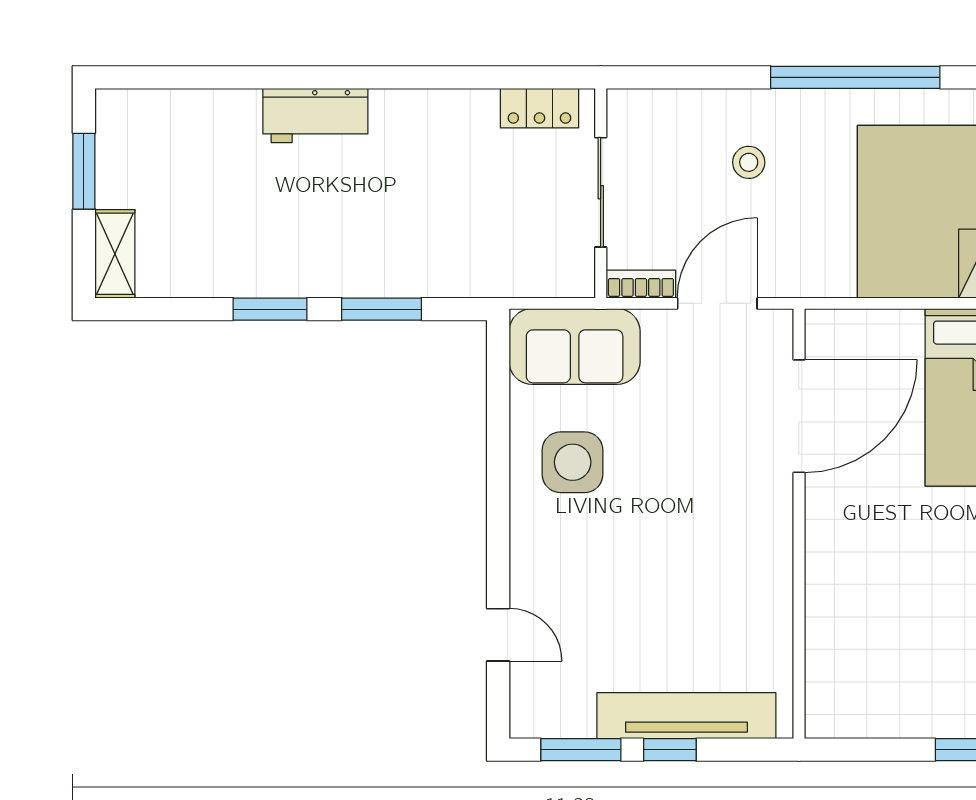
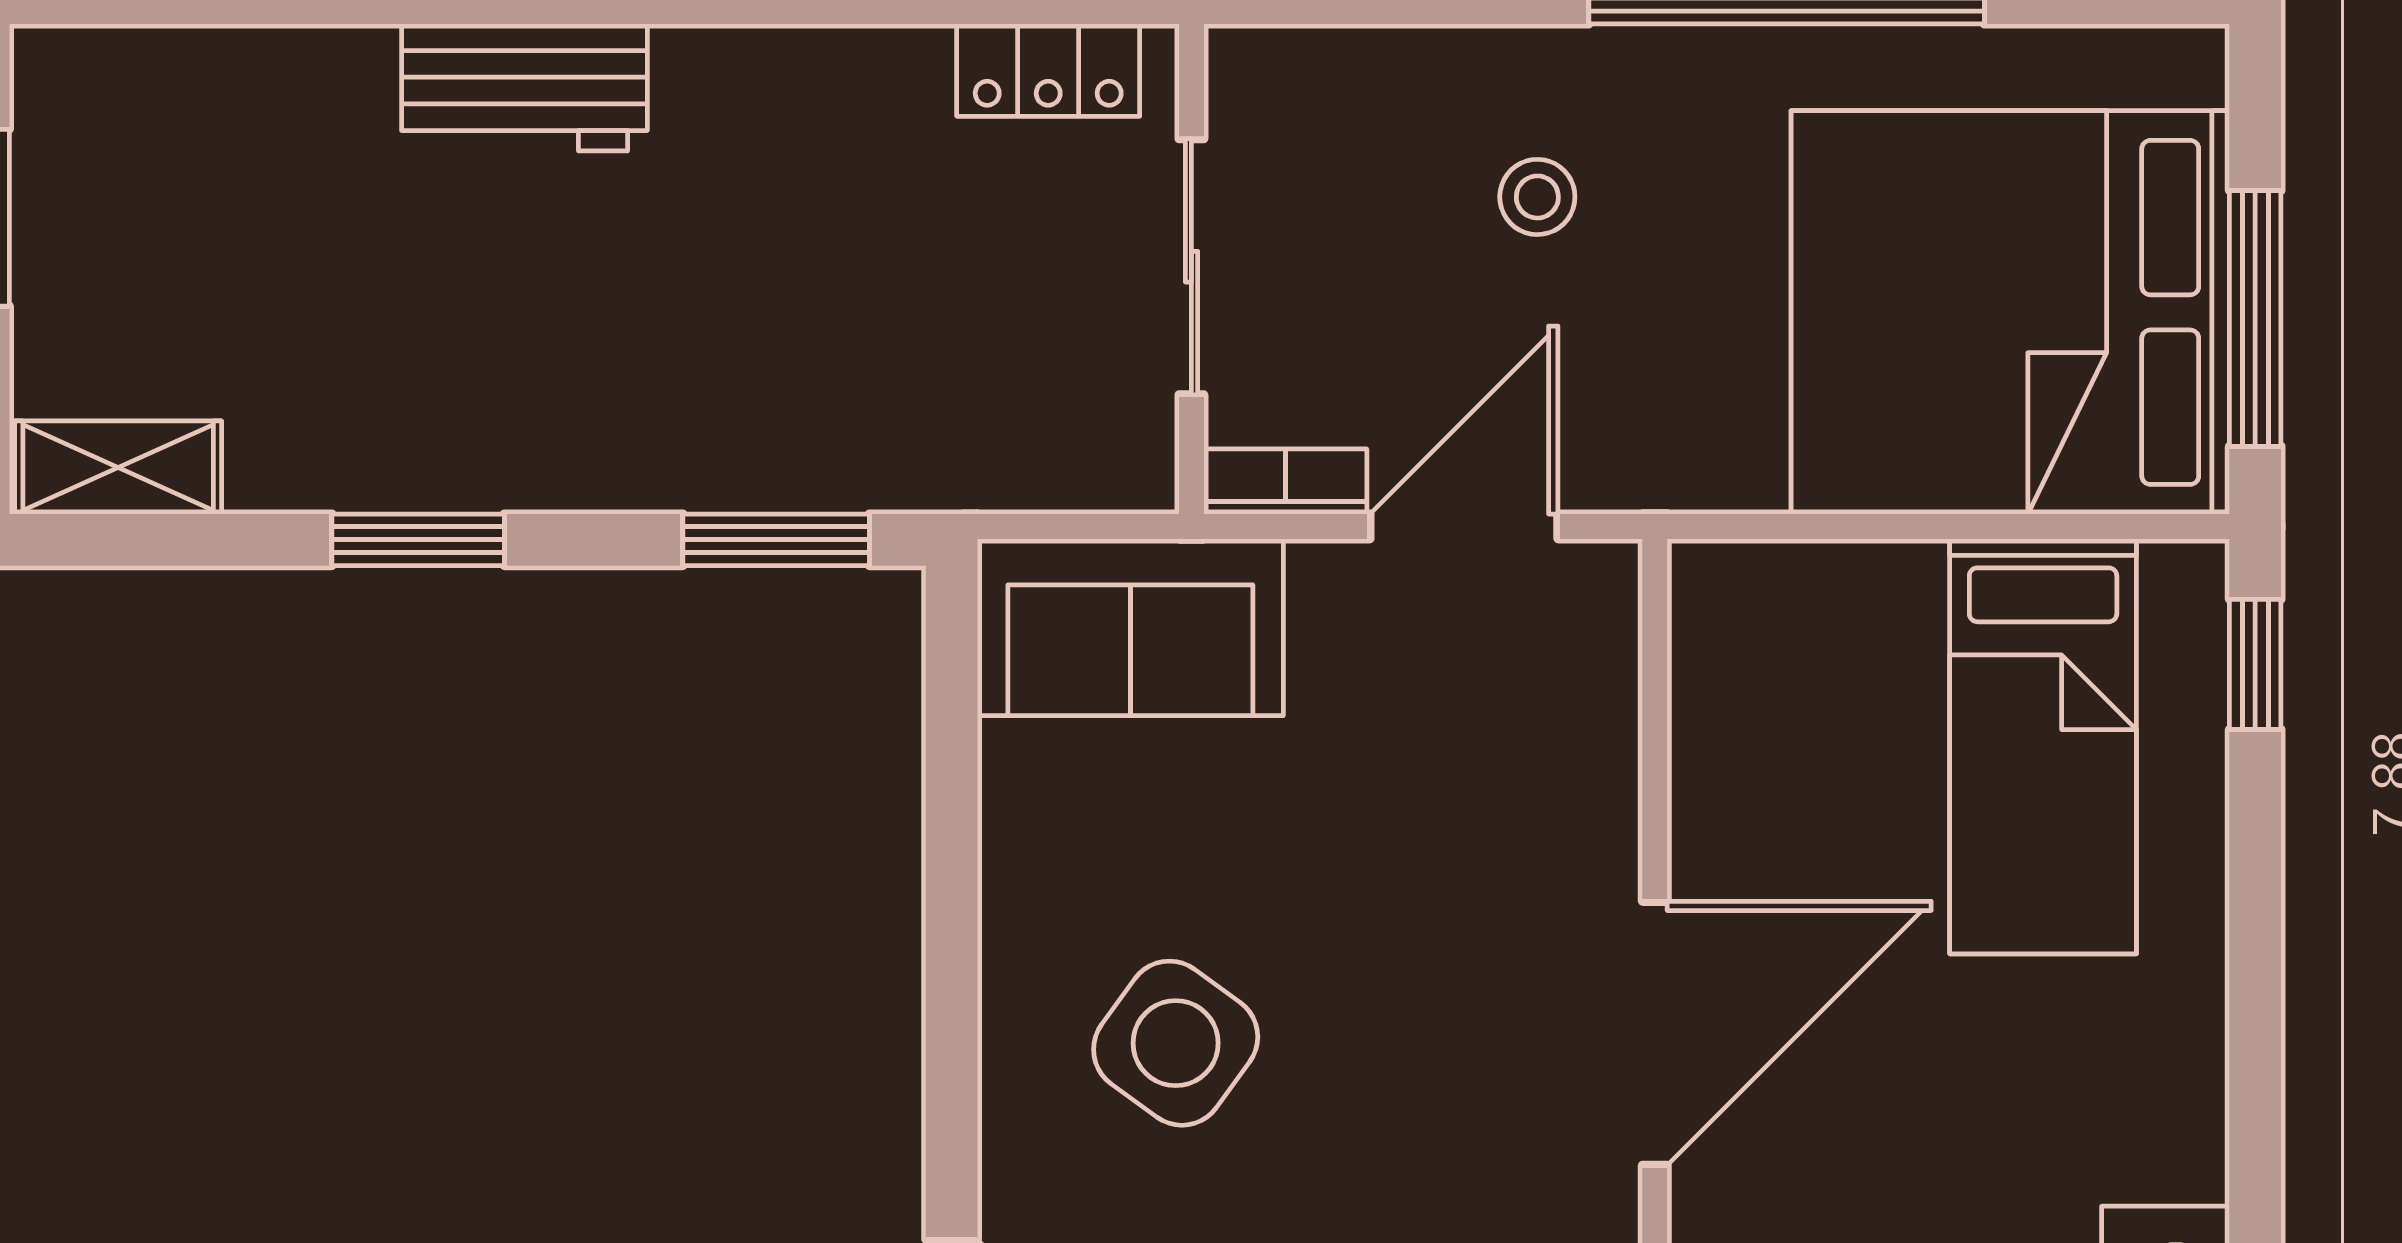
shelving: (115, 254) -> (118, 467), moved, turned 90
window: (381, 309) -> (776, 540), moved
door: (799, 416) -> (1655, 1033), moved
side table: (573, 462) -> (1176, 1043), moved, turned 36

